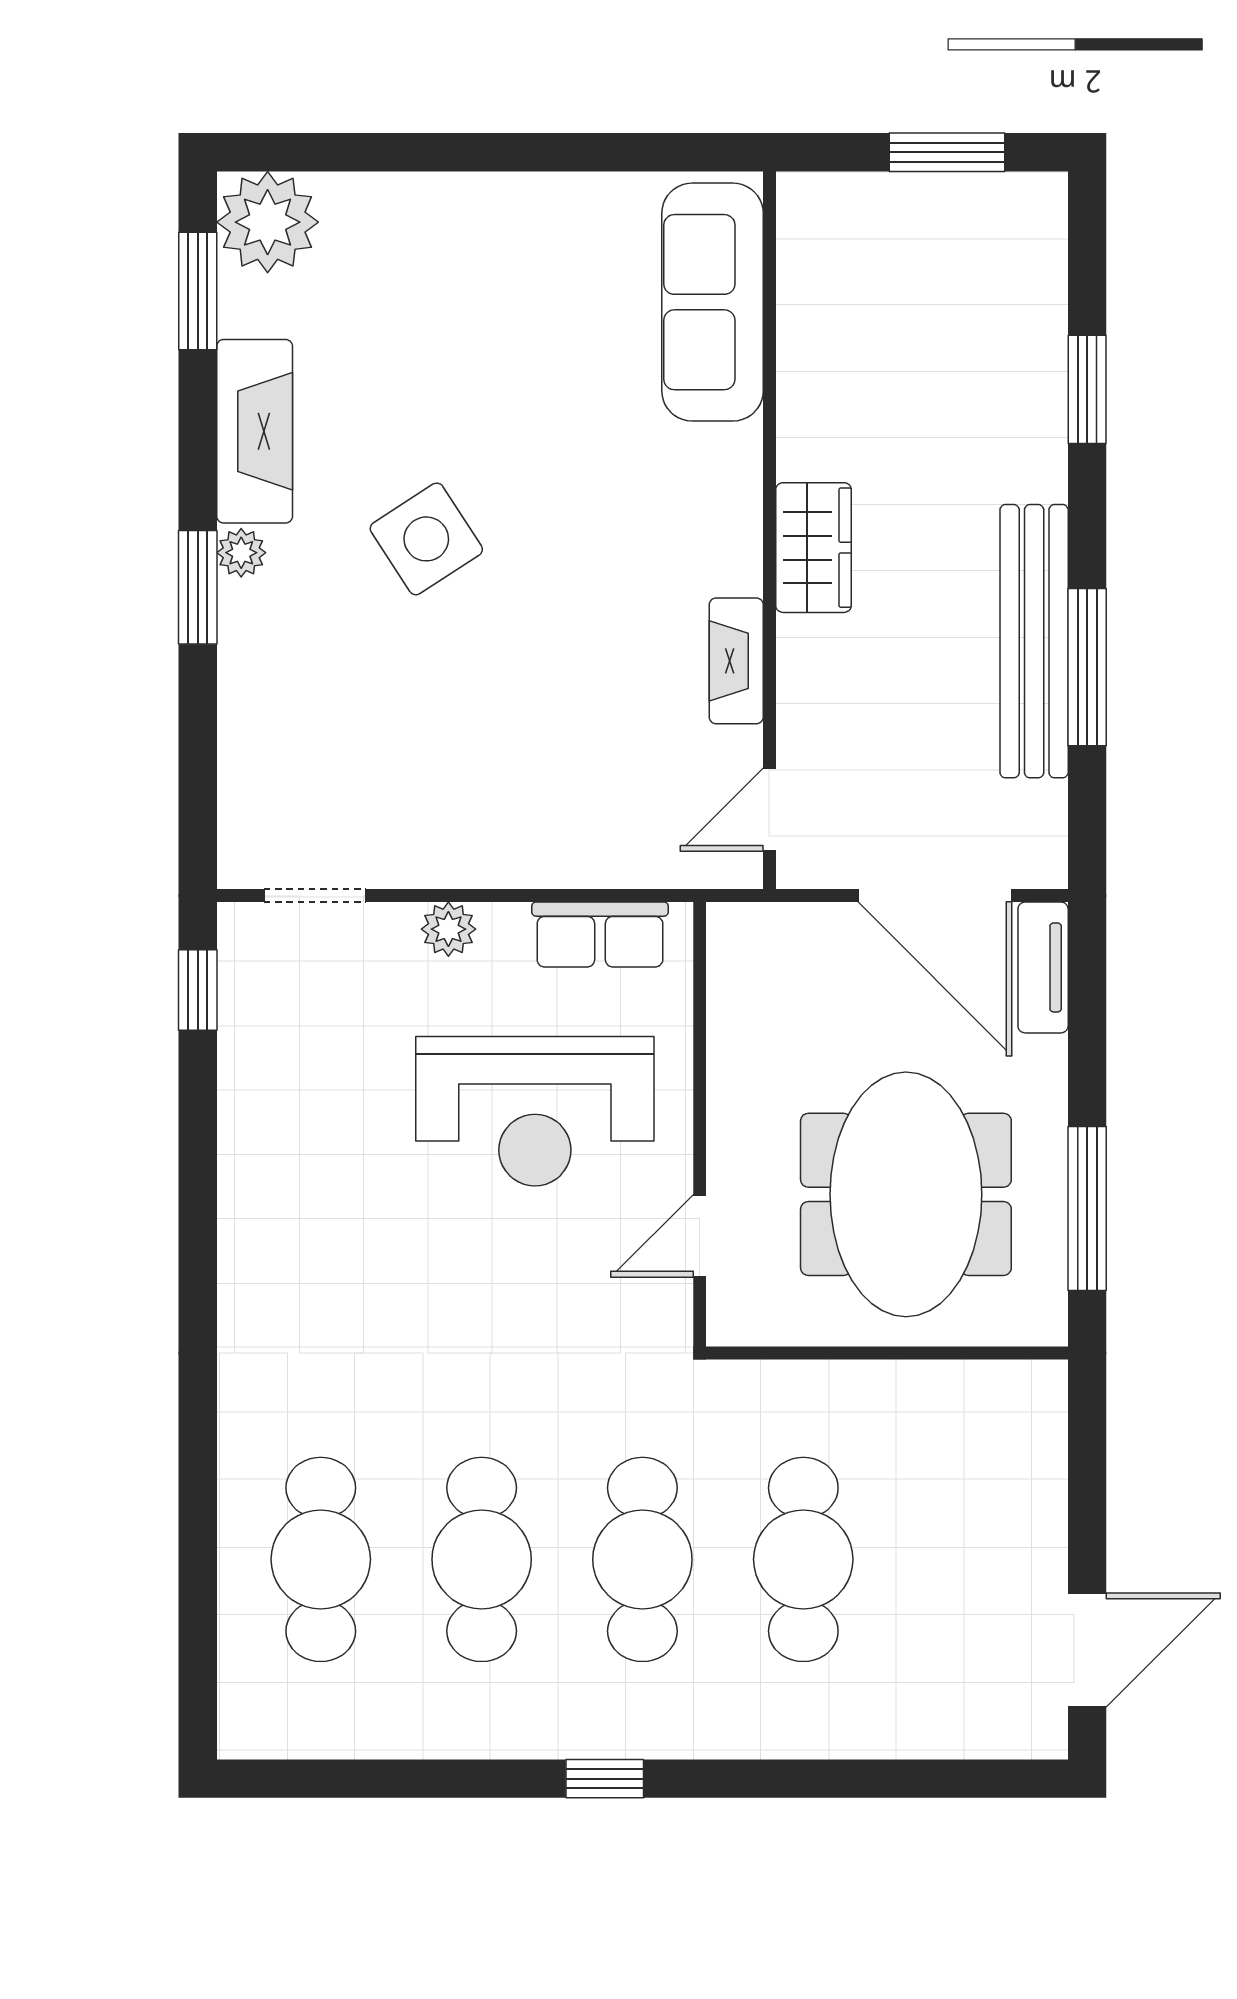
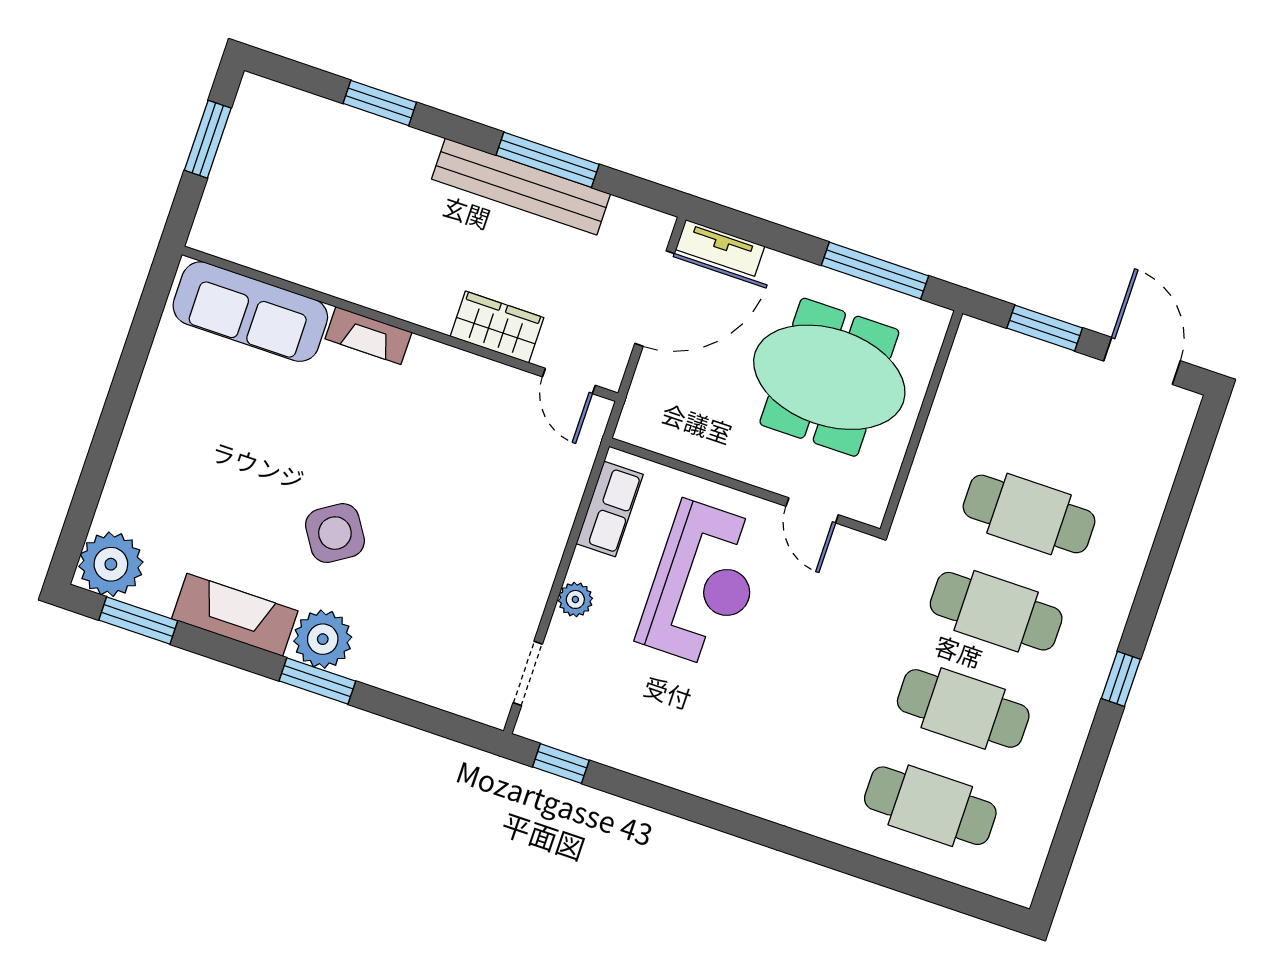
wardrobe: (814, 548) -> (497, 327), moved
plant: (241, 553) -> (323, 639), width x1.88, depth x1.88
fireplace: (736, 661) -> (368, 336), moved
window: (1087, 1489) -> (1045, 328), added

